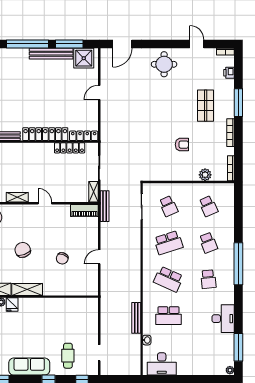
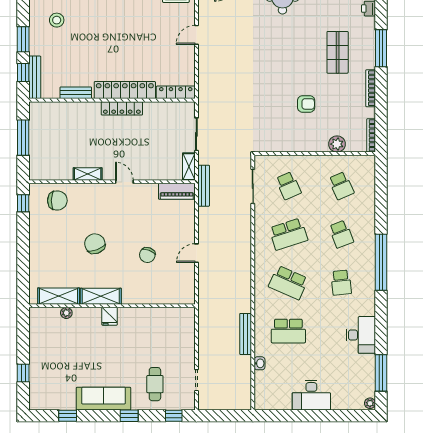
locker: (70, 148) -> (122, 108), moved
fridge: (12, 305) -> (110, 316), moved
desk: (162, 364) -> (311, 395), moved

